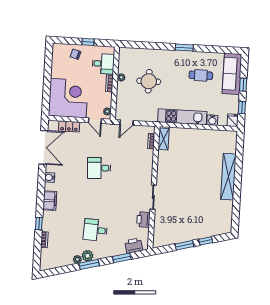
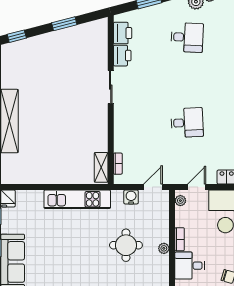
cafe table: (201, 75) -> (55, 257), removed
water cooler: (212, 120) -> (131, 197), moved
door: (95, 121) -> (197, 187), hinge flipped
window: (206, 241) -> (17, 36), moved
printer: (134, 246) -> (123, 33), moved, turned -75

